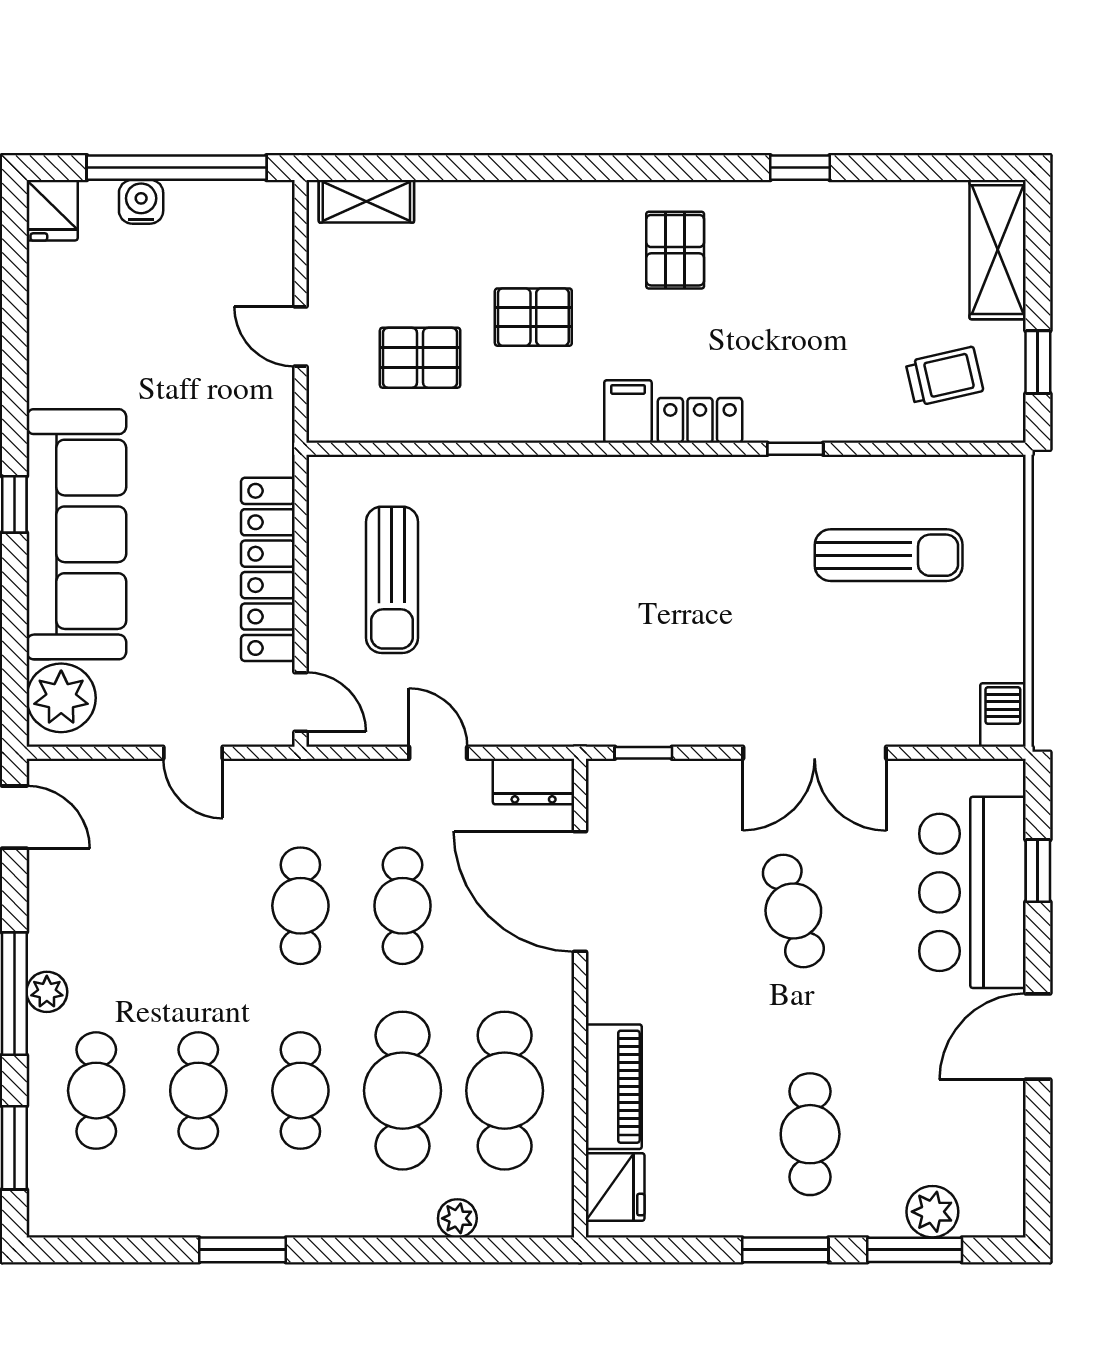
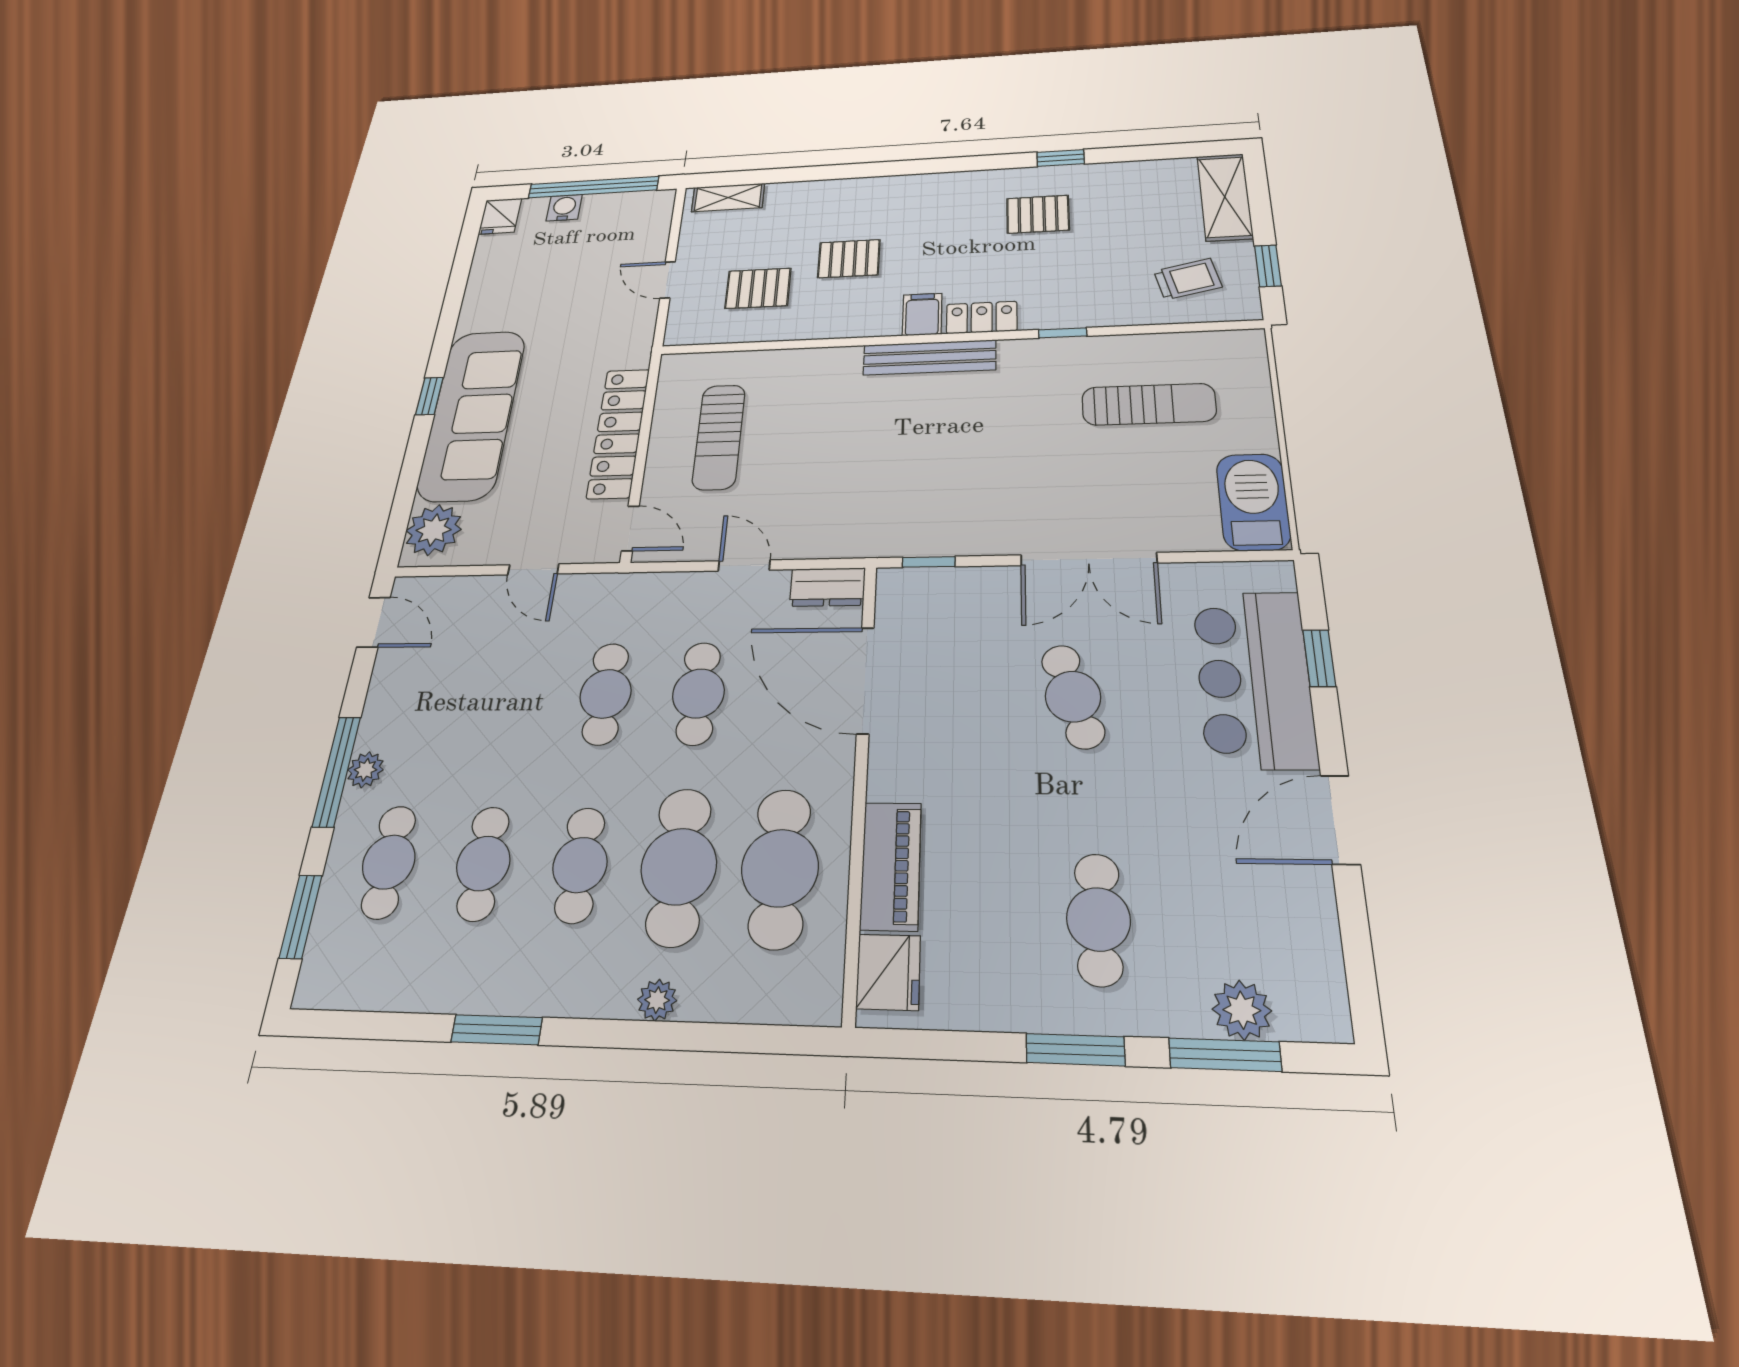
pallet: (675, 250) -> (1038, 214), moved, turned 90
bench: (638, 477) -> (929, 357), added
barbecue: (1003, 715) -> (1253, 502), width x1.88, depth x1.53
plant: (457, 1218) -> (657, 1000), moved

